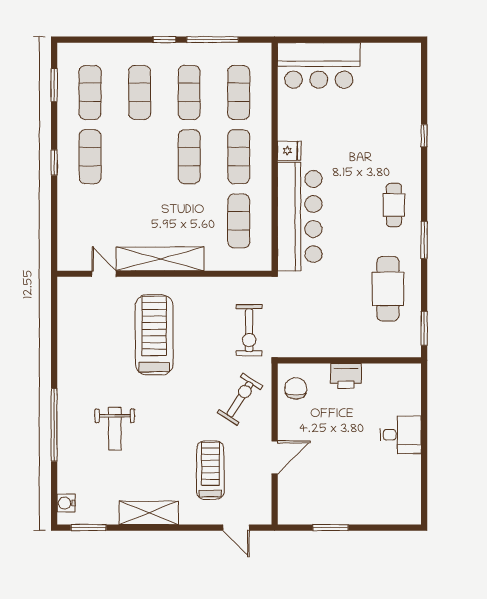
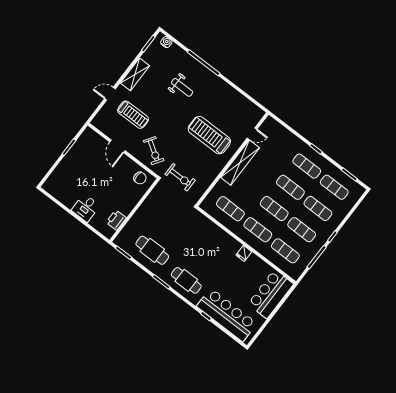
exercise mat: (140, 157) -> (290, 187), added
cafe table: (394, 205) -> (186, 280), width x1.37, depth x1.35
bar counter: (300, 216) -> (227, 315), moved, turned 180
exercise bike: (249, 330) -> (180, 177), turned 180
treadmill: (154, 335) -> (209, 135), turned 180
printer: (346, 376) -> (116, 220), moved
weight bench: (115, 429) -> (182, 87), turned 180
door: (236, 528) -> (110, 94), moved

